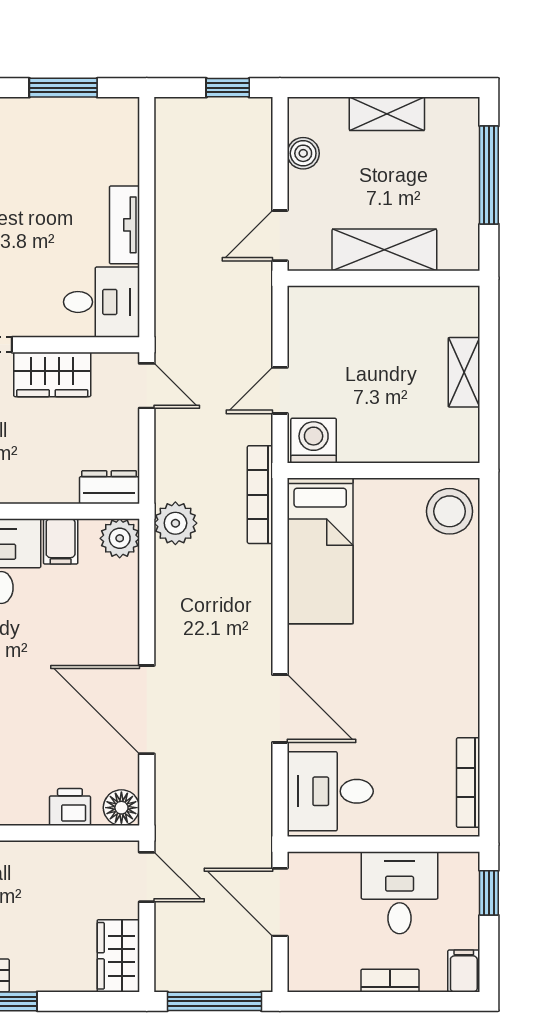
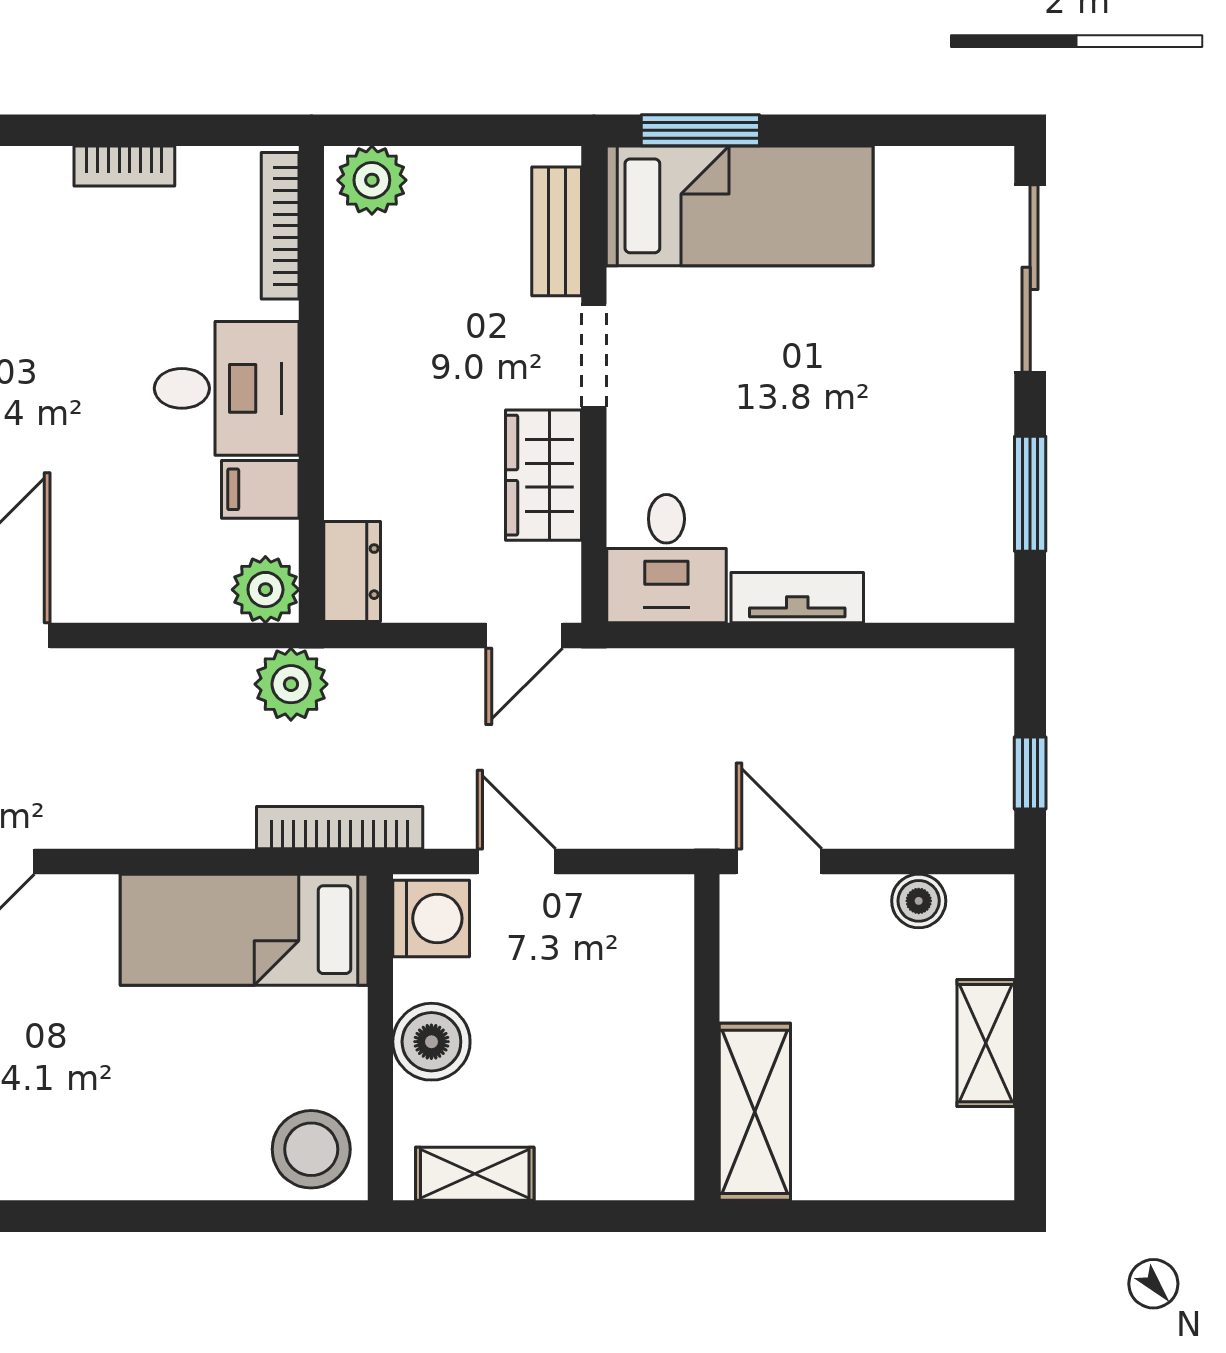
window: (489, 175) -> (882, 1216), removed
shelving: (384, 250) -> (755, 1112), moved
shelving: (464, 372) -> (475, 1174), moved
boiler: (386, 440) -> (431, 1042), added

